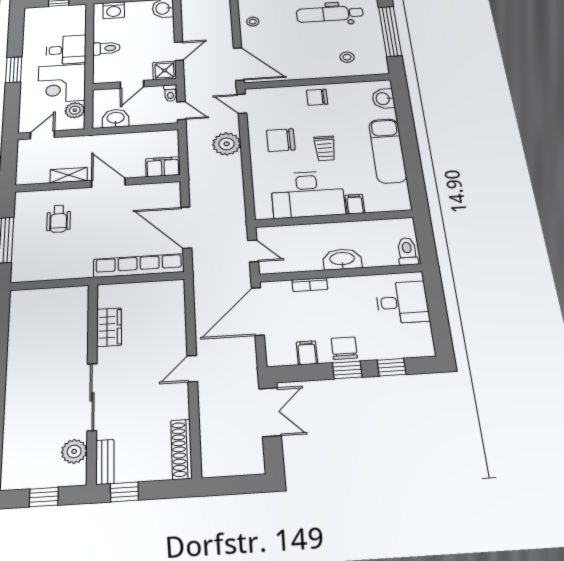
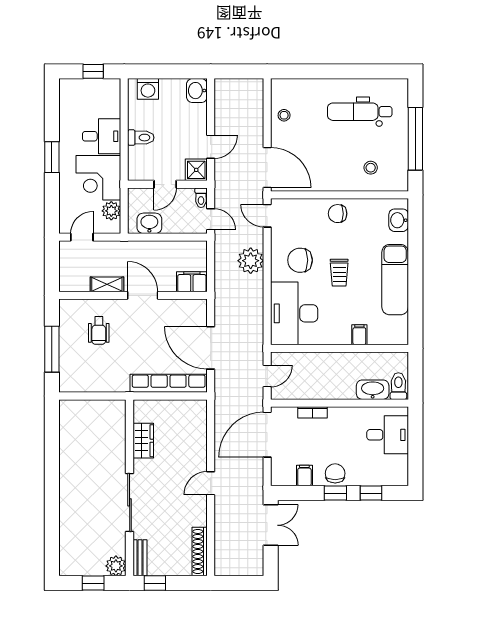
desk: (308, 194) -> (294, 313), moved, turned 90
door: (253, 251) -> (267, 376), hinge flipped
washbasin: (342, 259) -> (373, 390), moved
plant: (74, 451) -> (116, 566), moved

